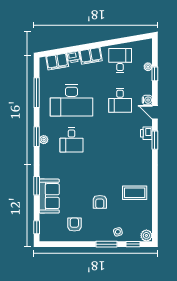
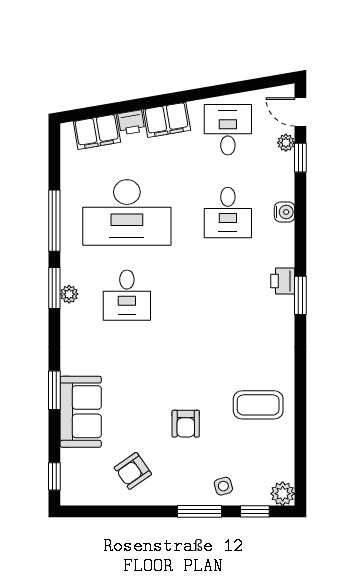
window: (37, 93) -> (54, 221), moved
door: (155, 112) -> (300, 112), moved
armchair: (74, 225) -> (133, 471), turned -125

